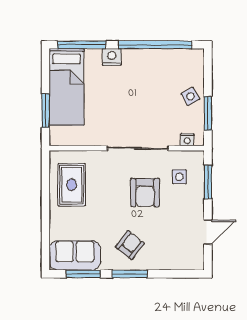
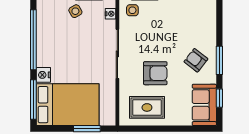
bed: (66, 87) -> (68, 105), width x1.50
side table: (179, 177) -> (132, 10), moved
armchair: (145, 192) -> (155, 73), moved
window: (83, 274) -> (219, 98), width x0.67

